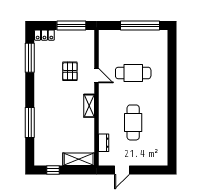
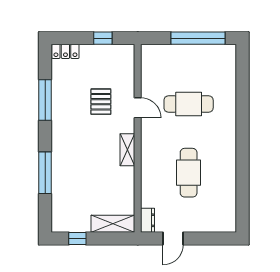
window: (71, 26) -> (103, 38), width x0.46
window: (30, 58) -> (45, 100), moved
dresser: (104, 143) -> (148, 220), moved

